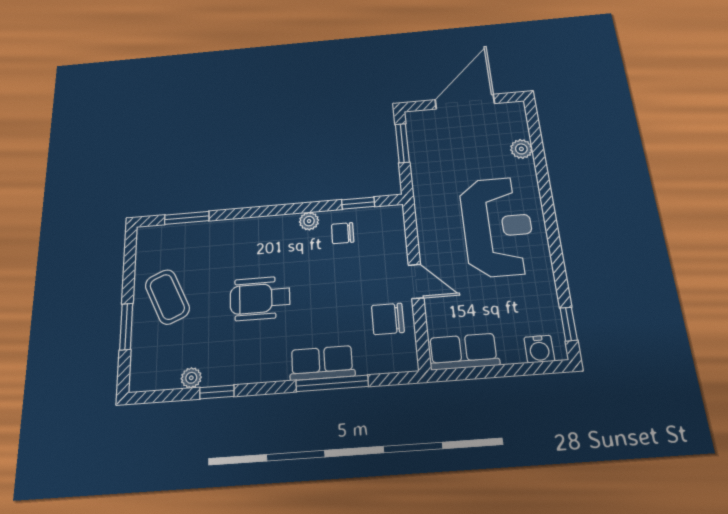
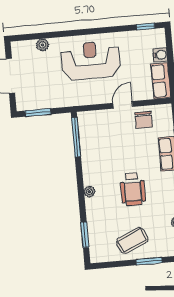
window: (358, 203) -> (76, 137), width x2.17
plant: (309, 221) -> (89, 192), moved
chair: (343, 233) -> (94, 145), removed
water cooler: (539, 349) -> (160, 55), moved

